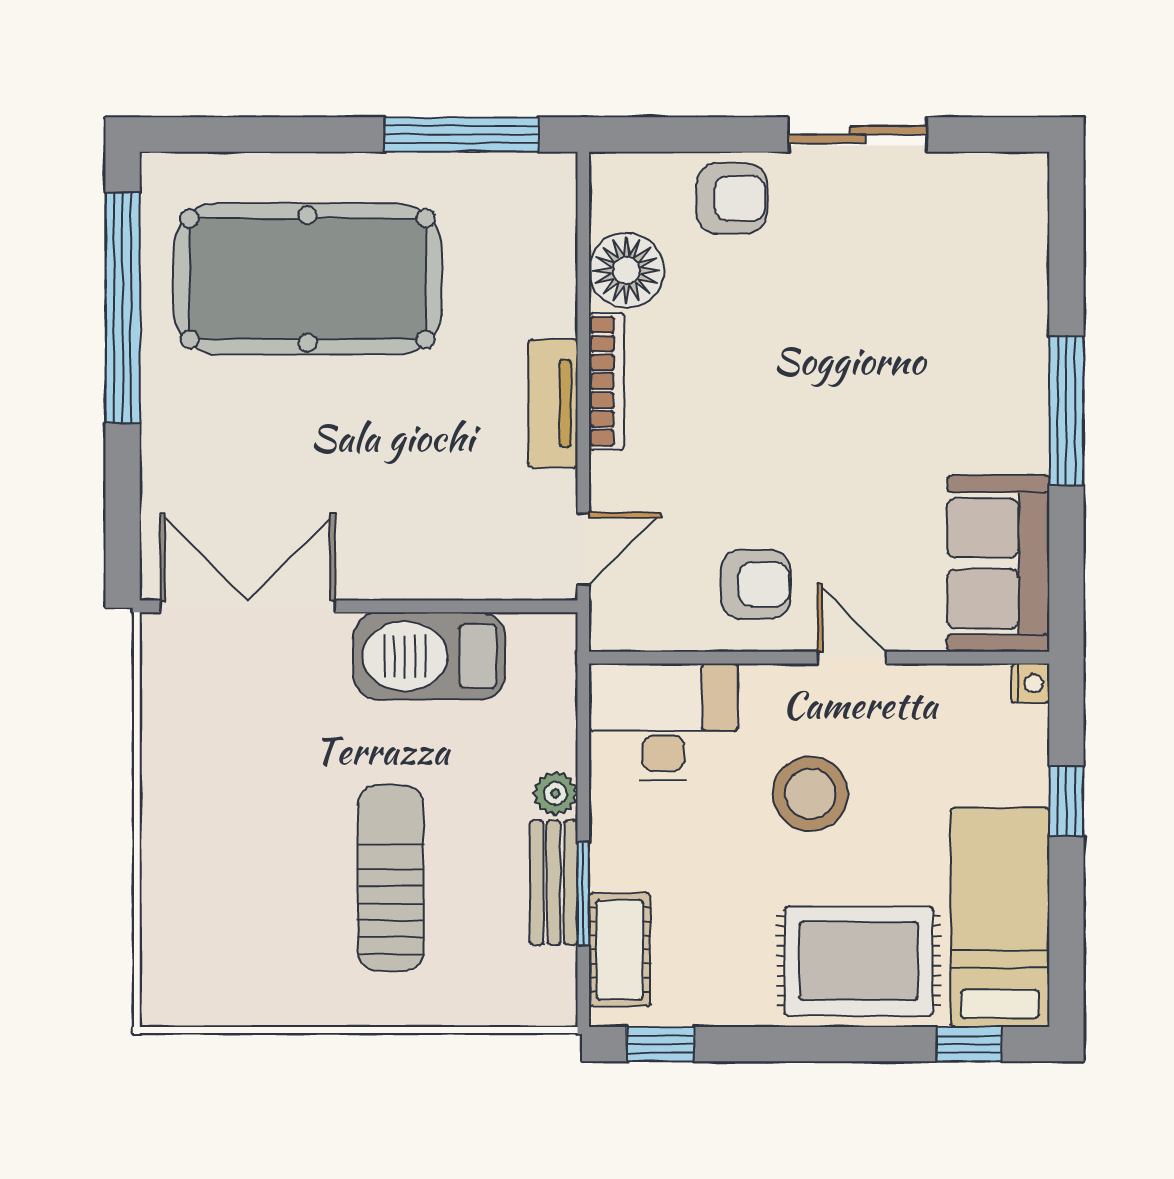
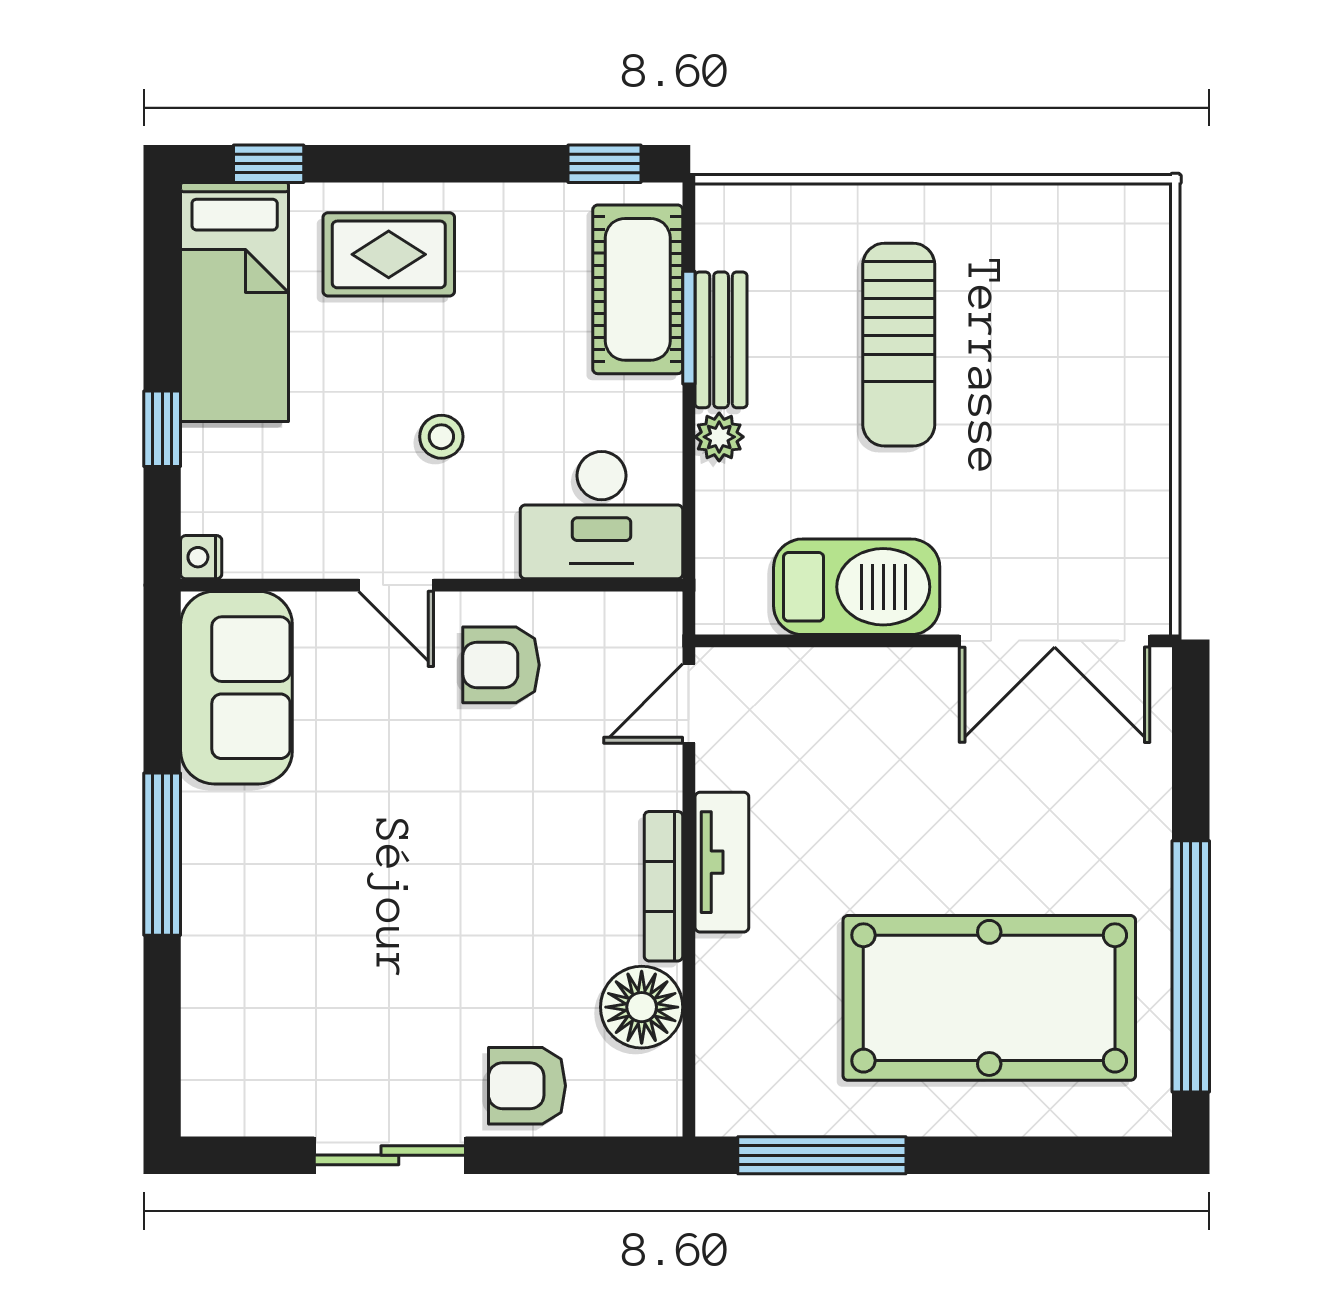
stool: (810, 794) -> (441, 437), width x0.53, depth x0.53
cot: (620, 950) -> (638, 289), width x1.37, depth x1.34
rug: (859, 961) -> (389, 254), width x0.73, depth x0.70

